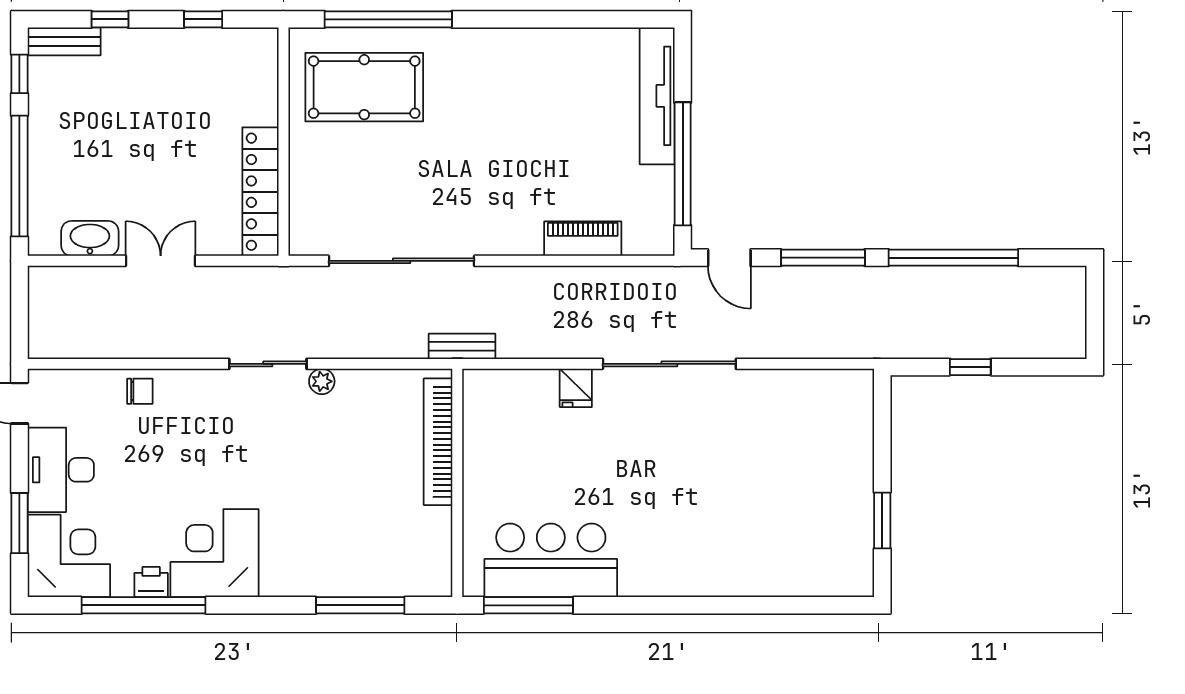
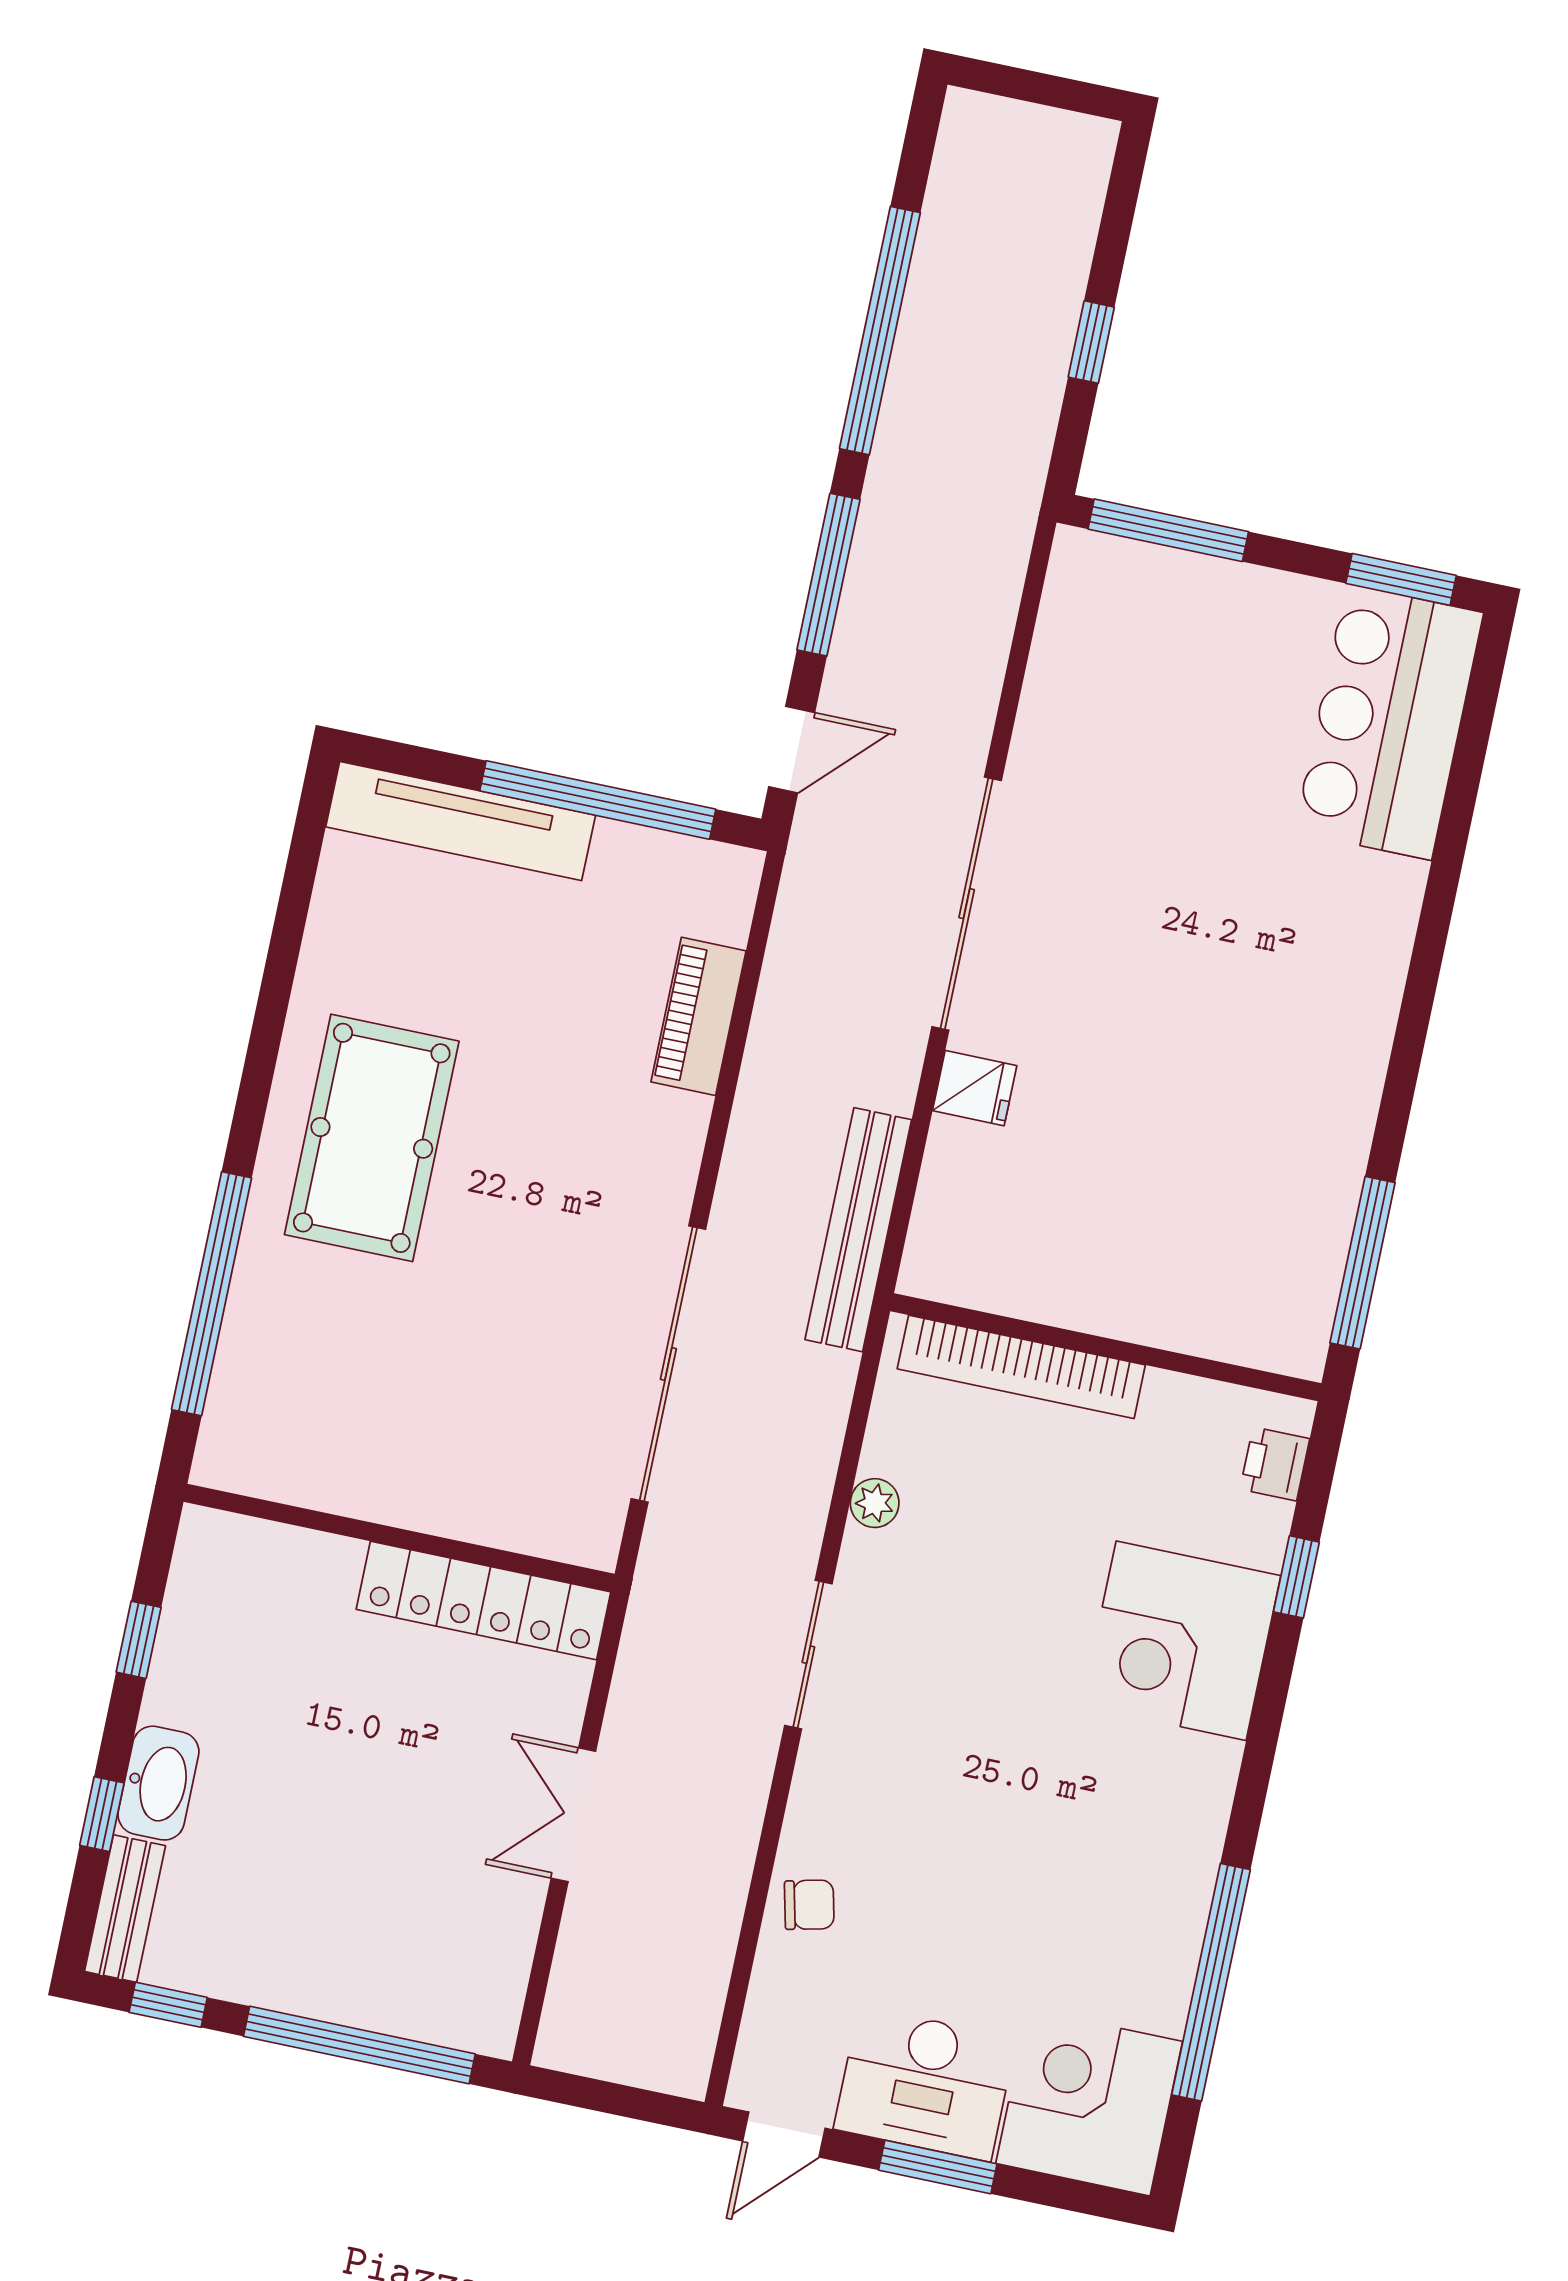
pool table: (364, 87) -> (372, 1138), moved
washbasin: (90, 238) -> (158, 1783), moved, turned 180
bench: (462, 346) -> (858, 1230), width x1.86, depth x1.21
plant: (322, 381) -> (875, 1503), moved
chair: (140, 391) -> (809, 1905), turned 77
window: (882, 427) -> (1168, 530), added
window: (882, 520) -> (1401, 579), moved
window: (19, 523) -> (938, 2167), moved
corner desk: (214, 553) -> (1181, 1641), moved
bar counter: (551, 560) -> (1389, 722), moved
printer: (151, 582) -> (1275, 1464), moved
window: (360, 605) -> (1296, 1577), width x0.46

